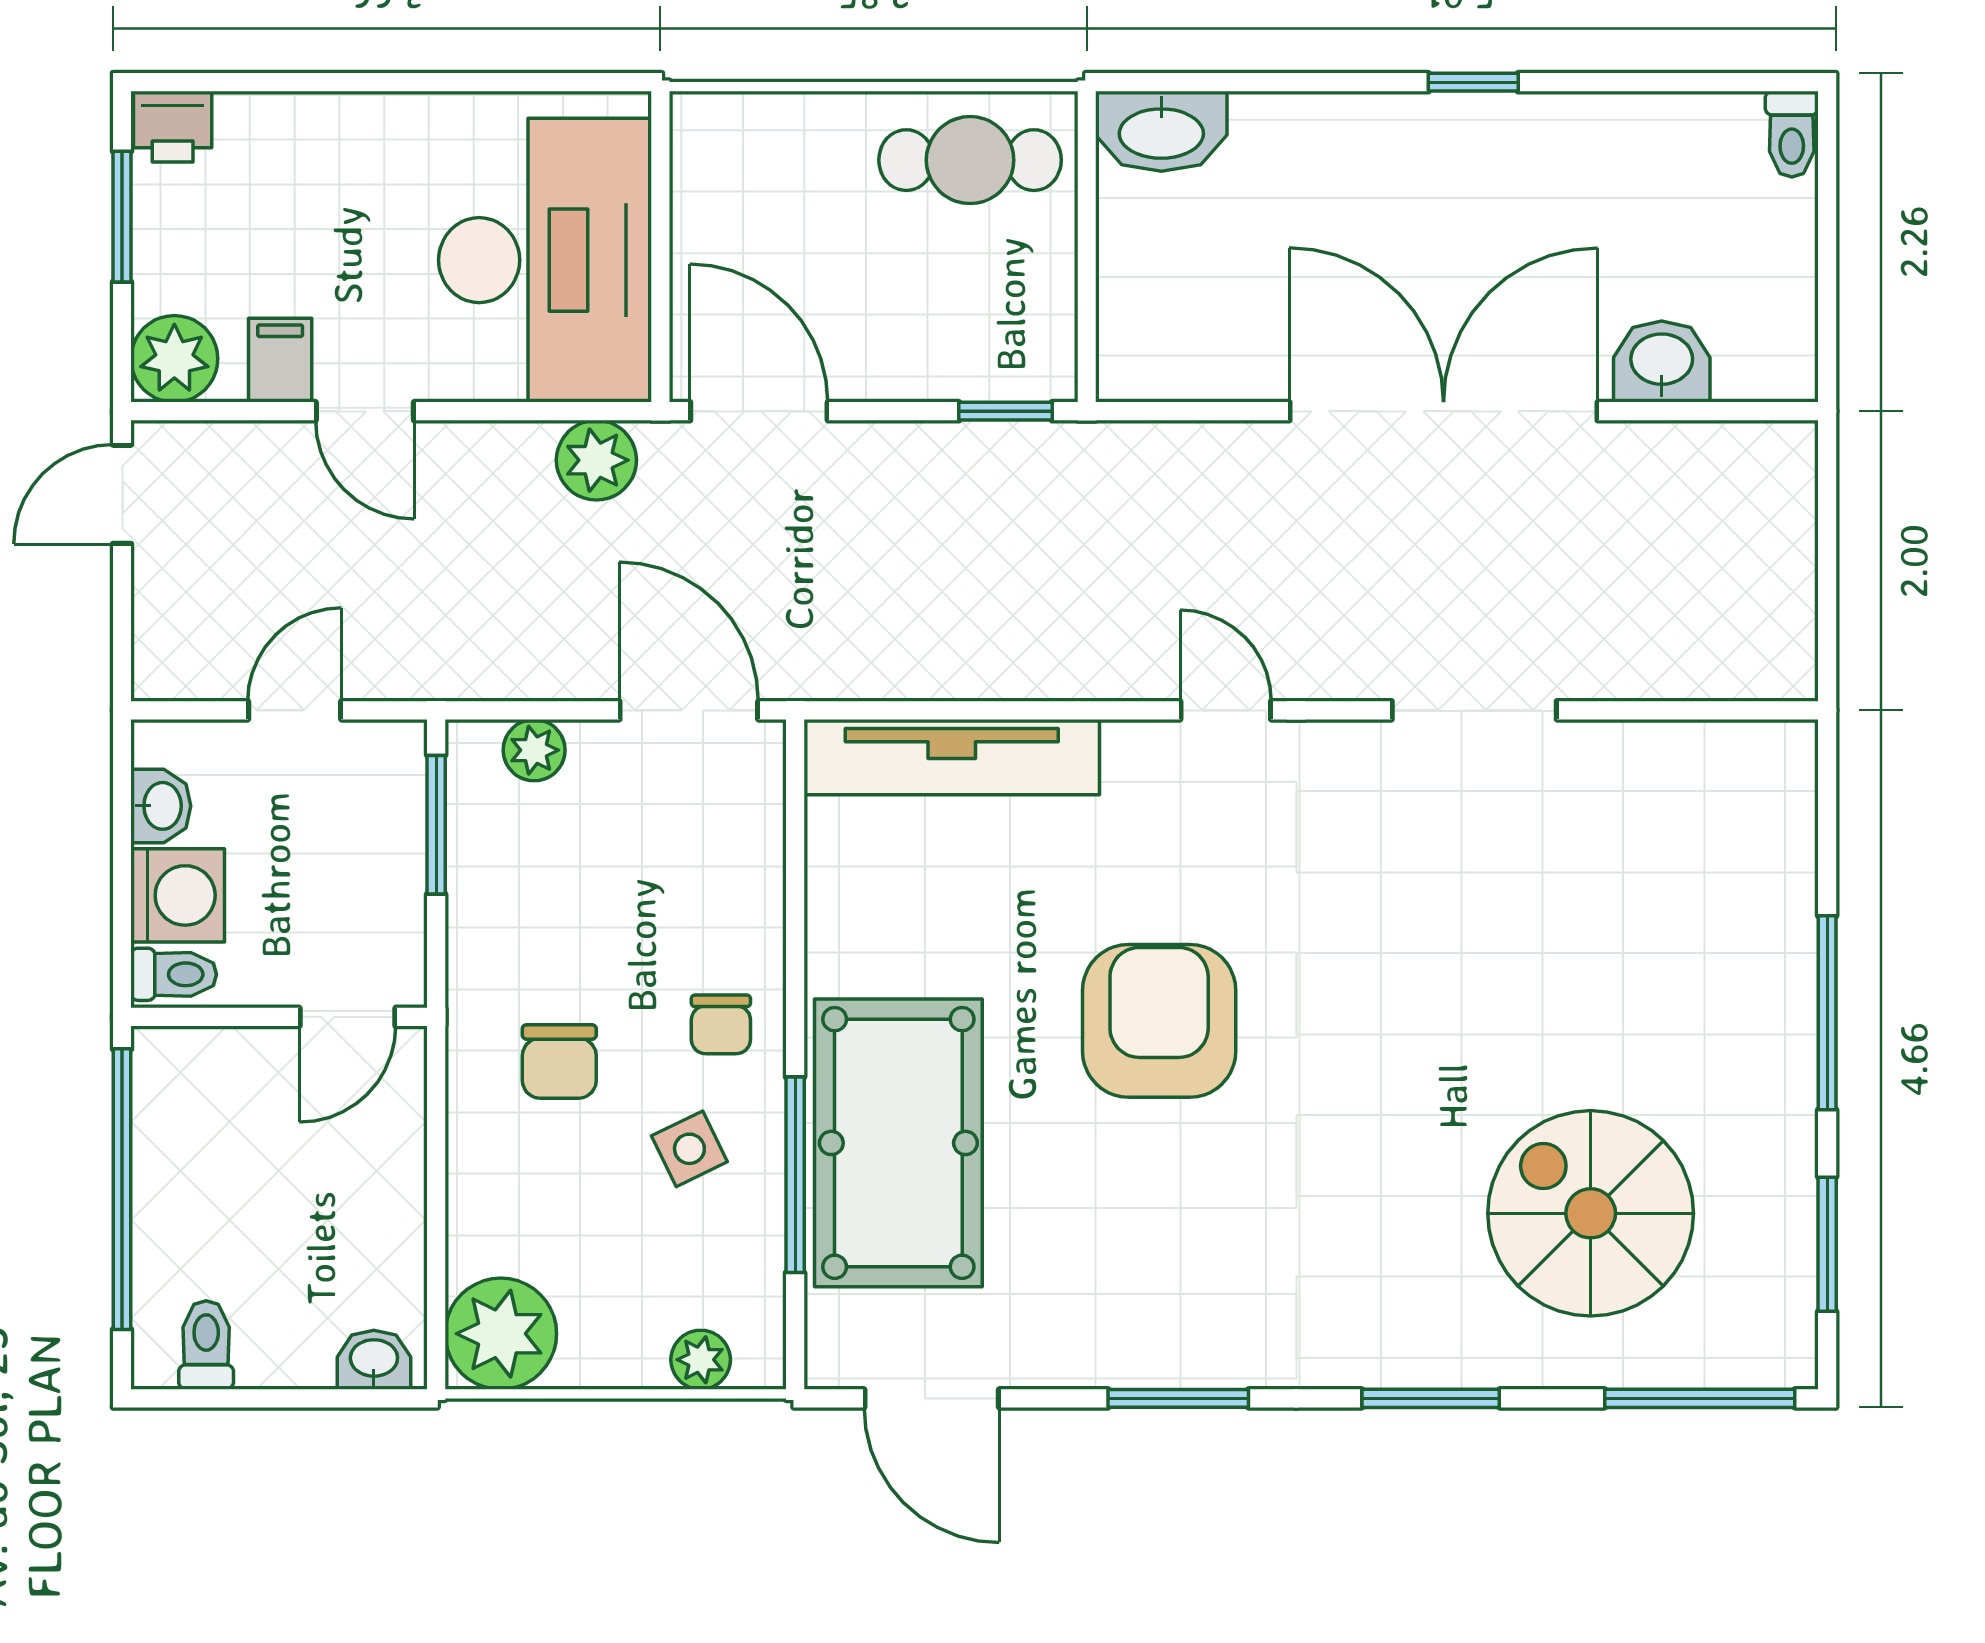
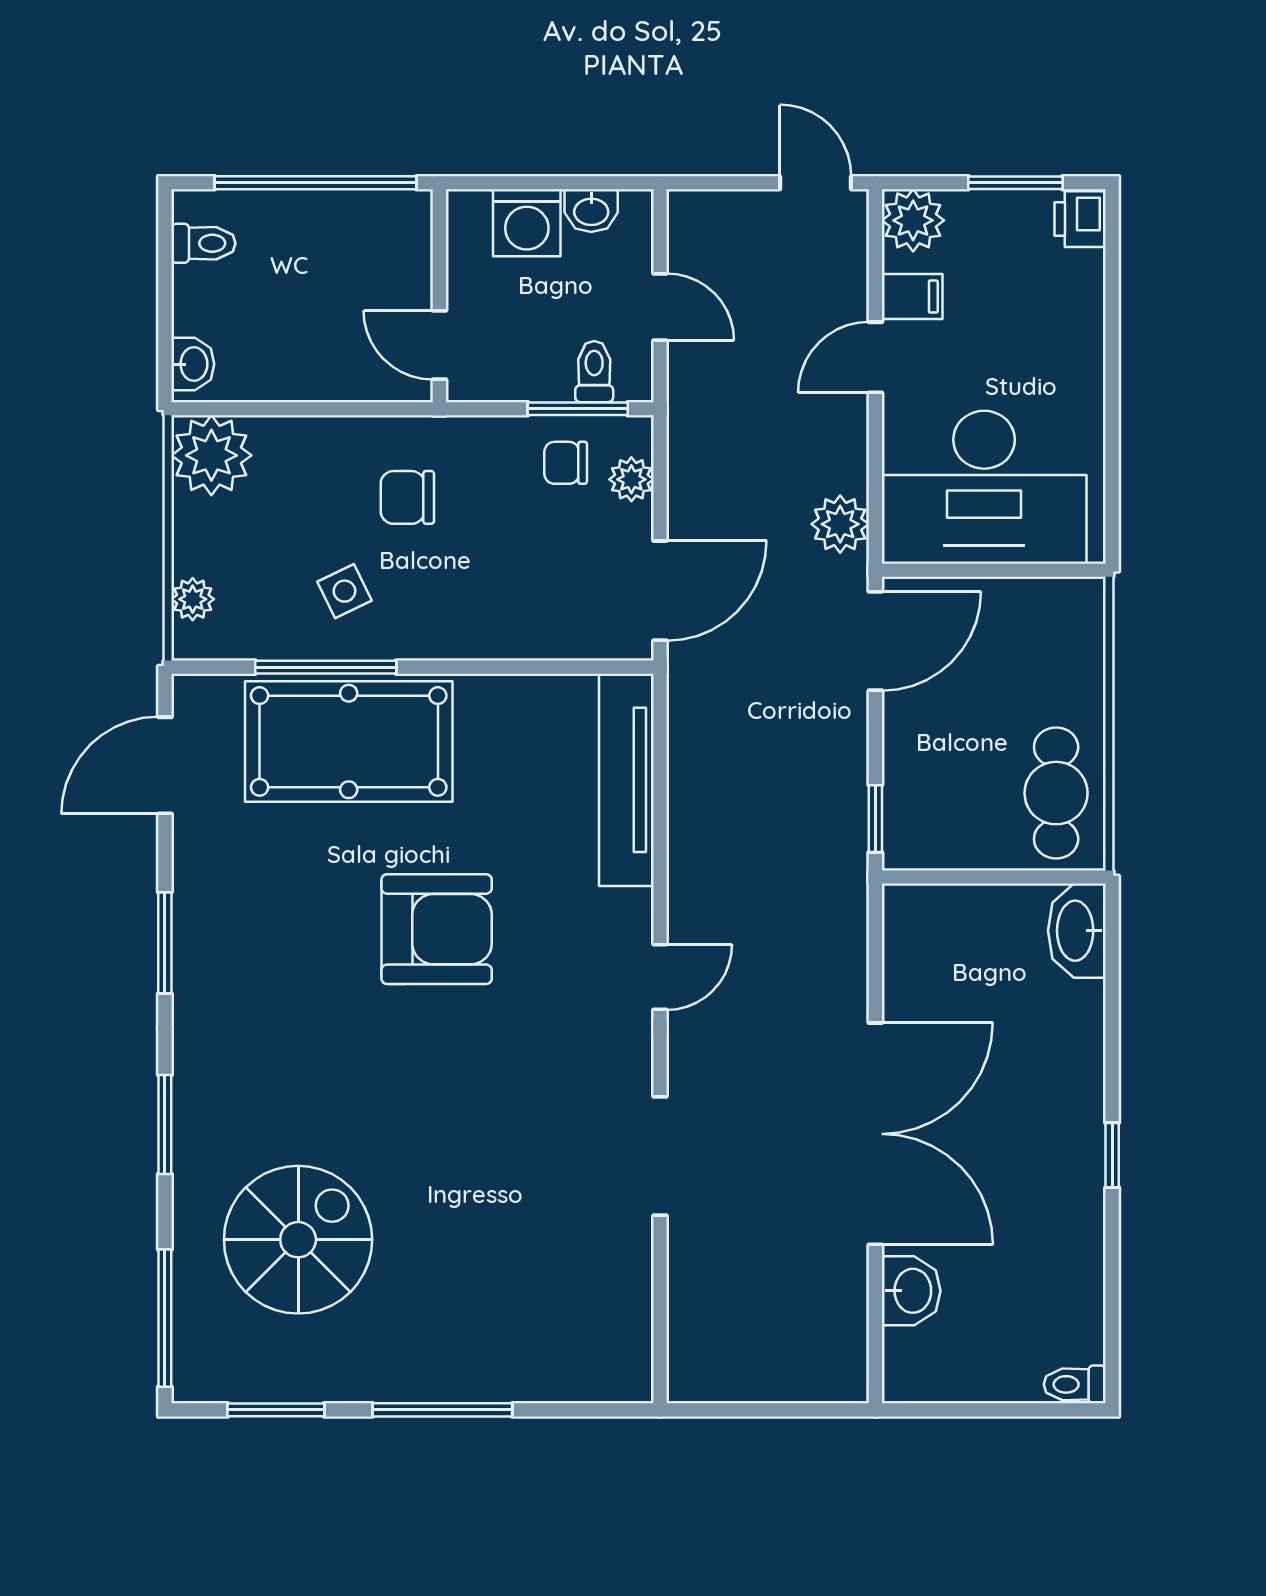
toilet: (174, 974) -> (594, 372), moved, turned 180
chair: (721, 1024) -> (566, 463), moved

